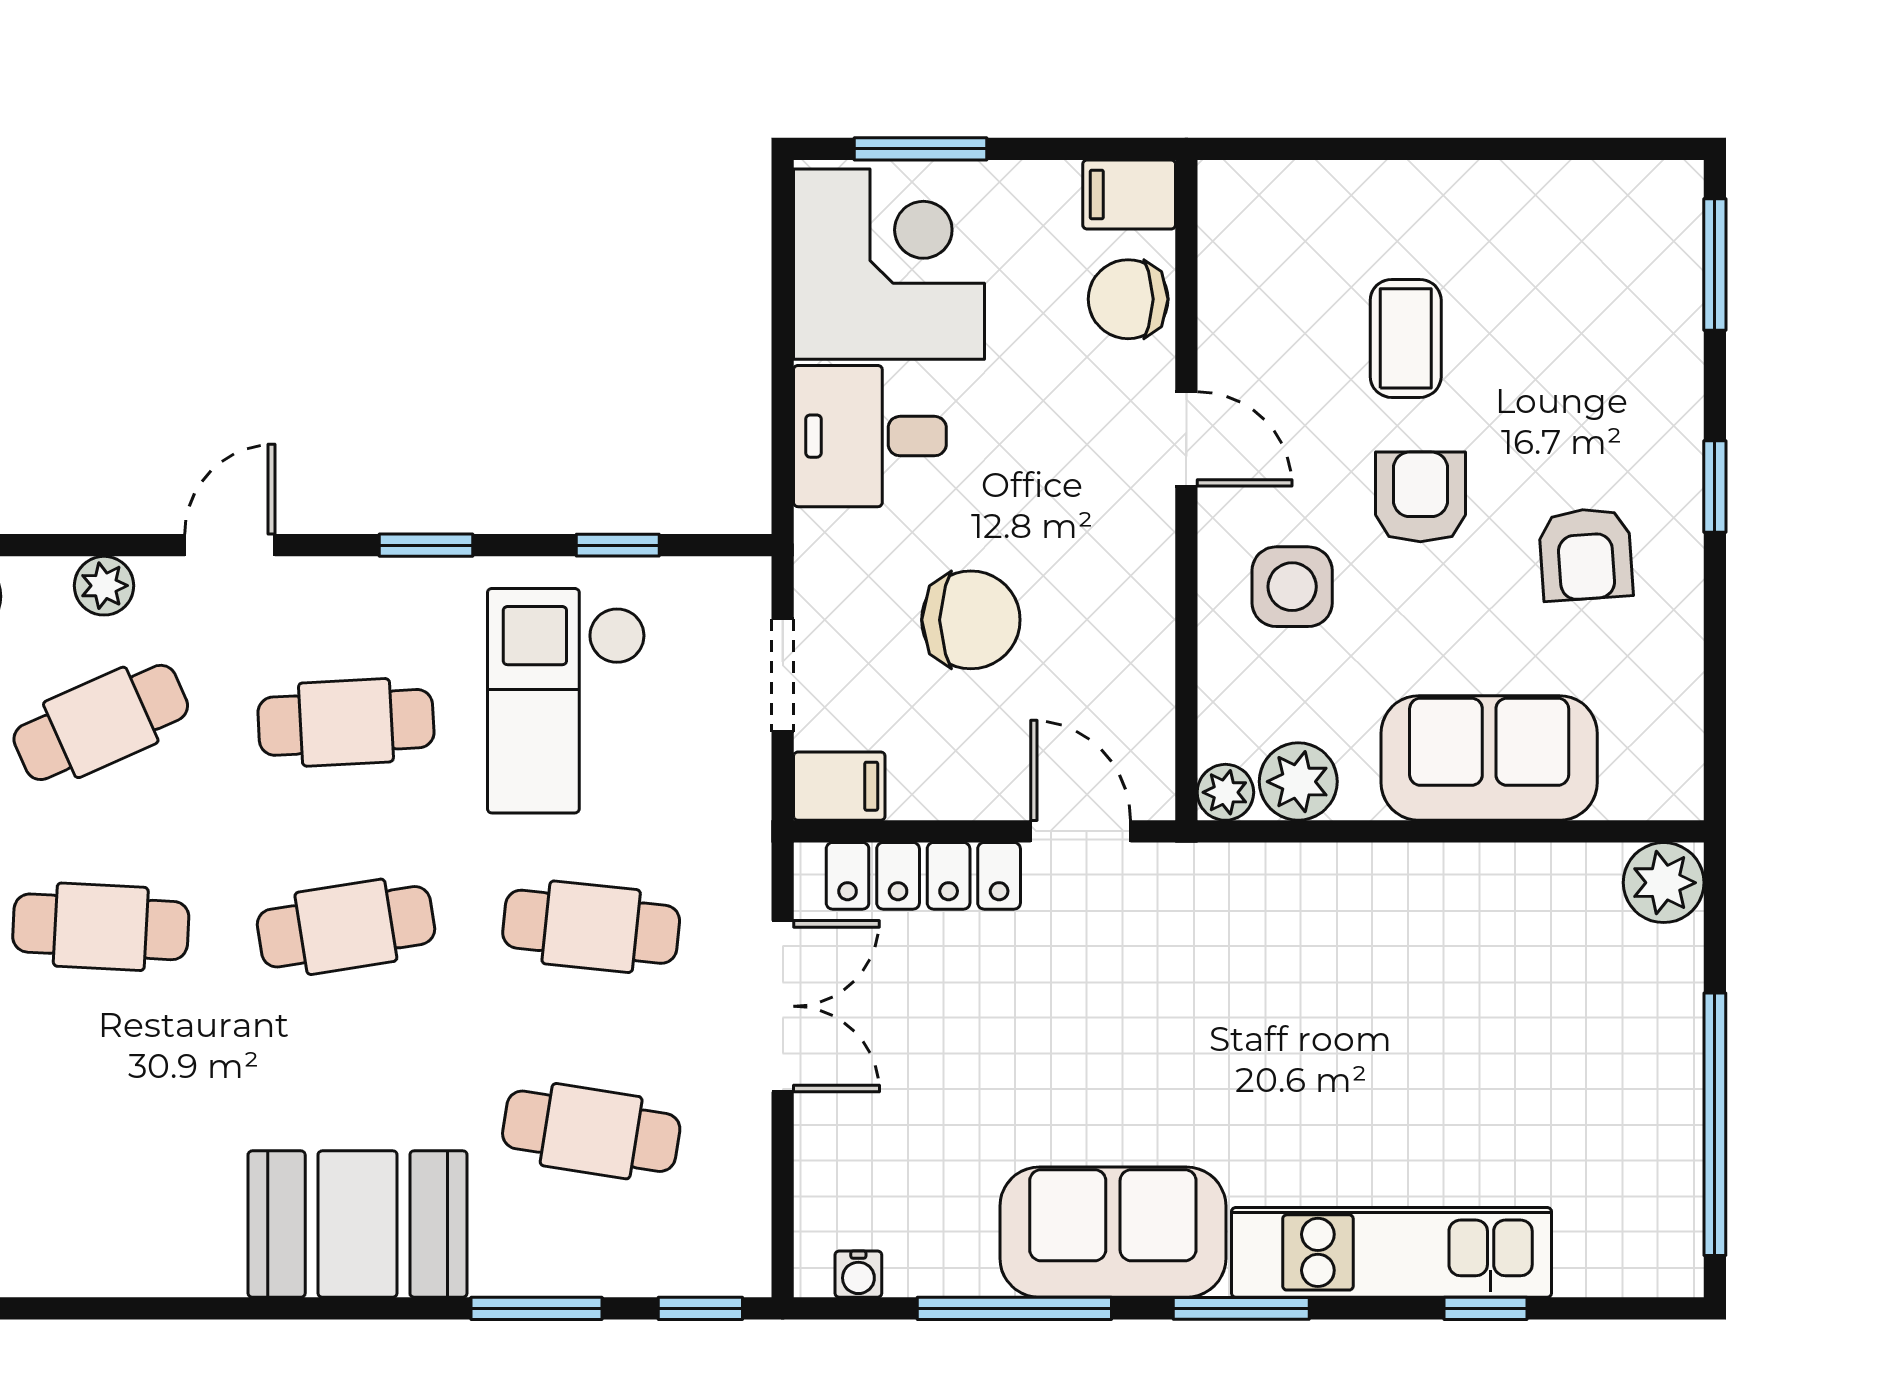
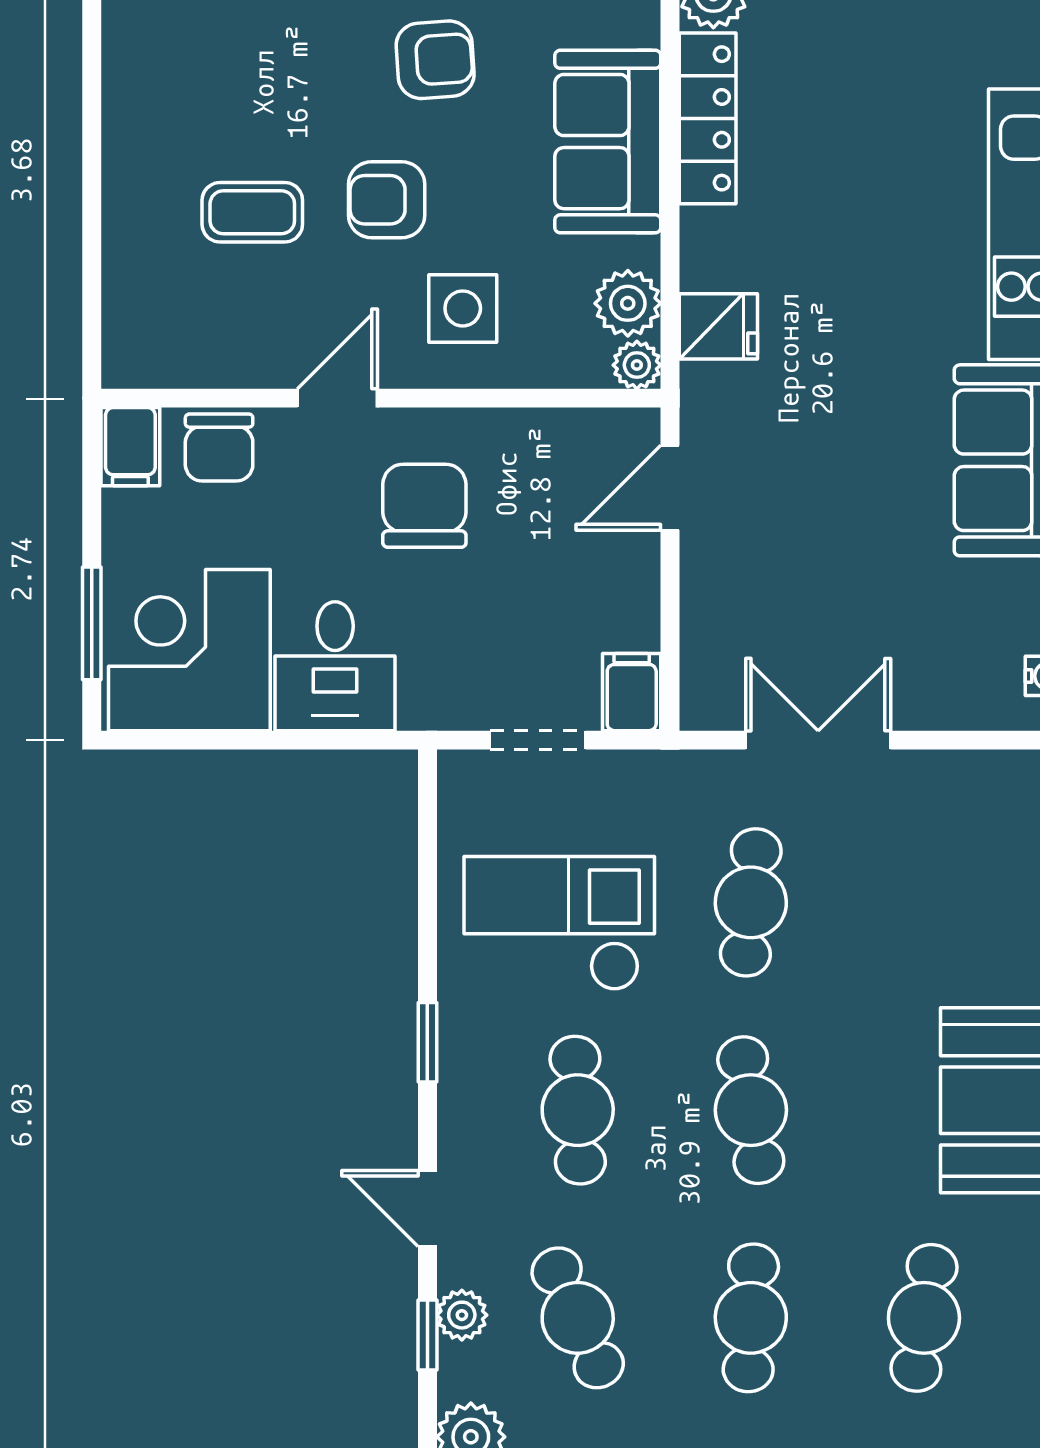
window: (618, 545) -> (427, 1335), moved
chair: (971, 620) -> (424, 506), moved
checkout: (566, 701) -> (559, 923), turned 180
locker: (923, 876) -> (708, 118), moved
fridge: (1271, 888) -> (718, 326), added
cafe table: (591, 1131) -> (924, 1318), moved

